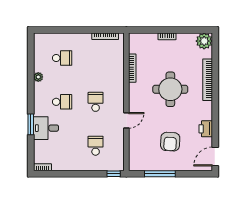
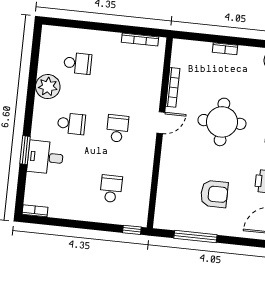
plant: (38, 77) -> (48, 87), width x1.88, depth x1.88
door: (126, 120) -> (161, 123), moved
armchair: (170, 142) -> (214, 194), turned -93

